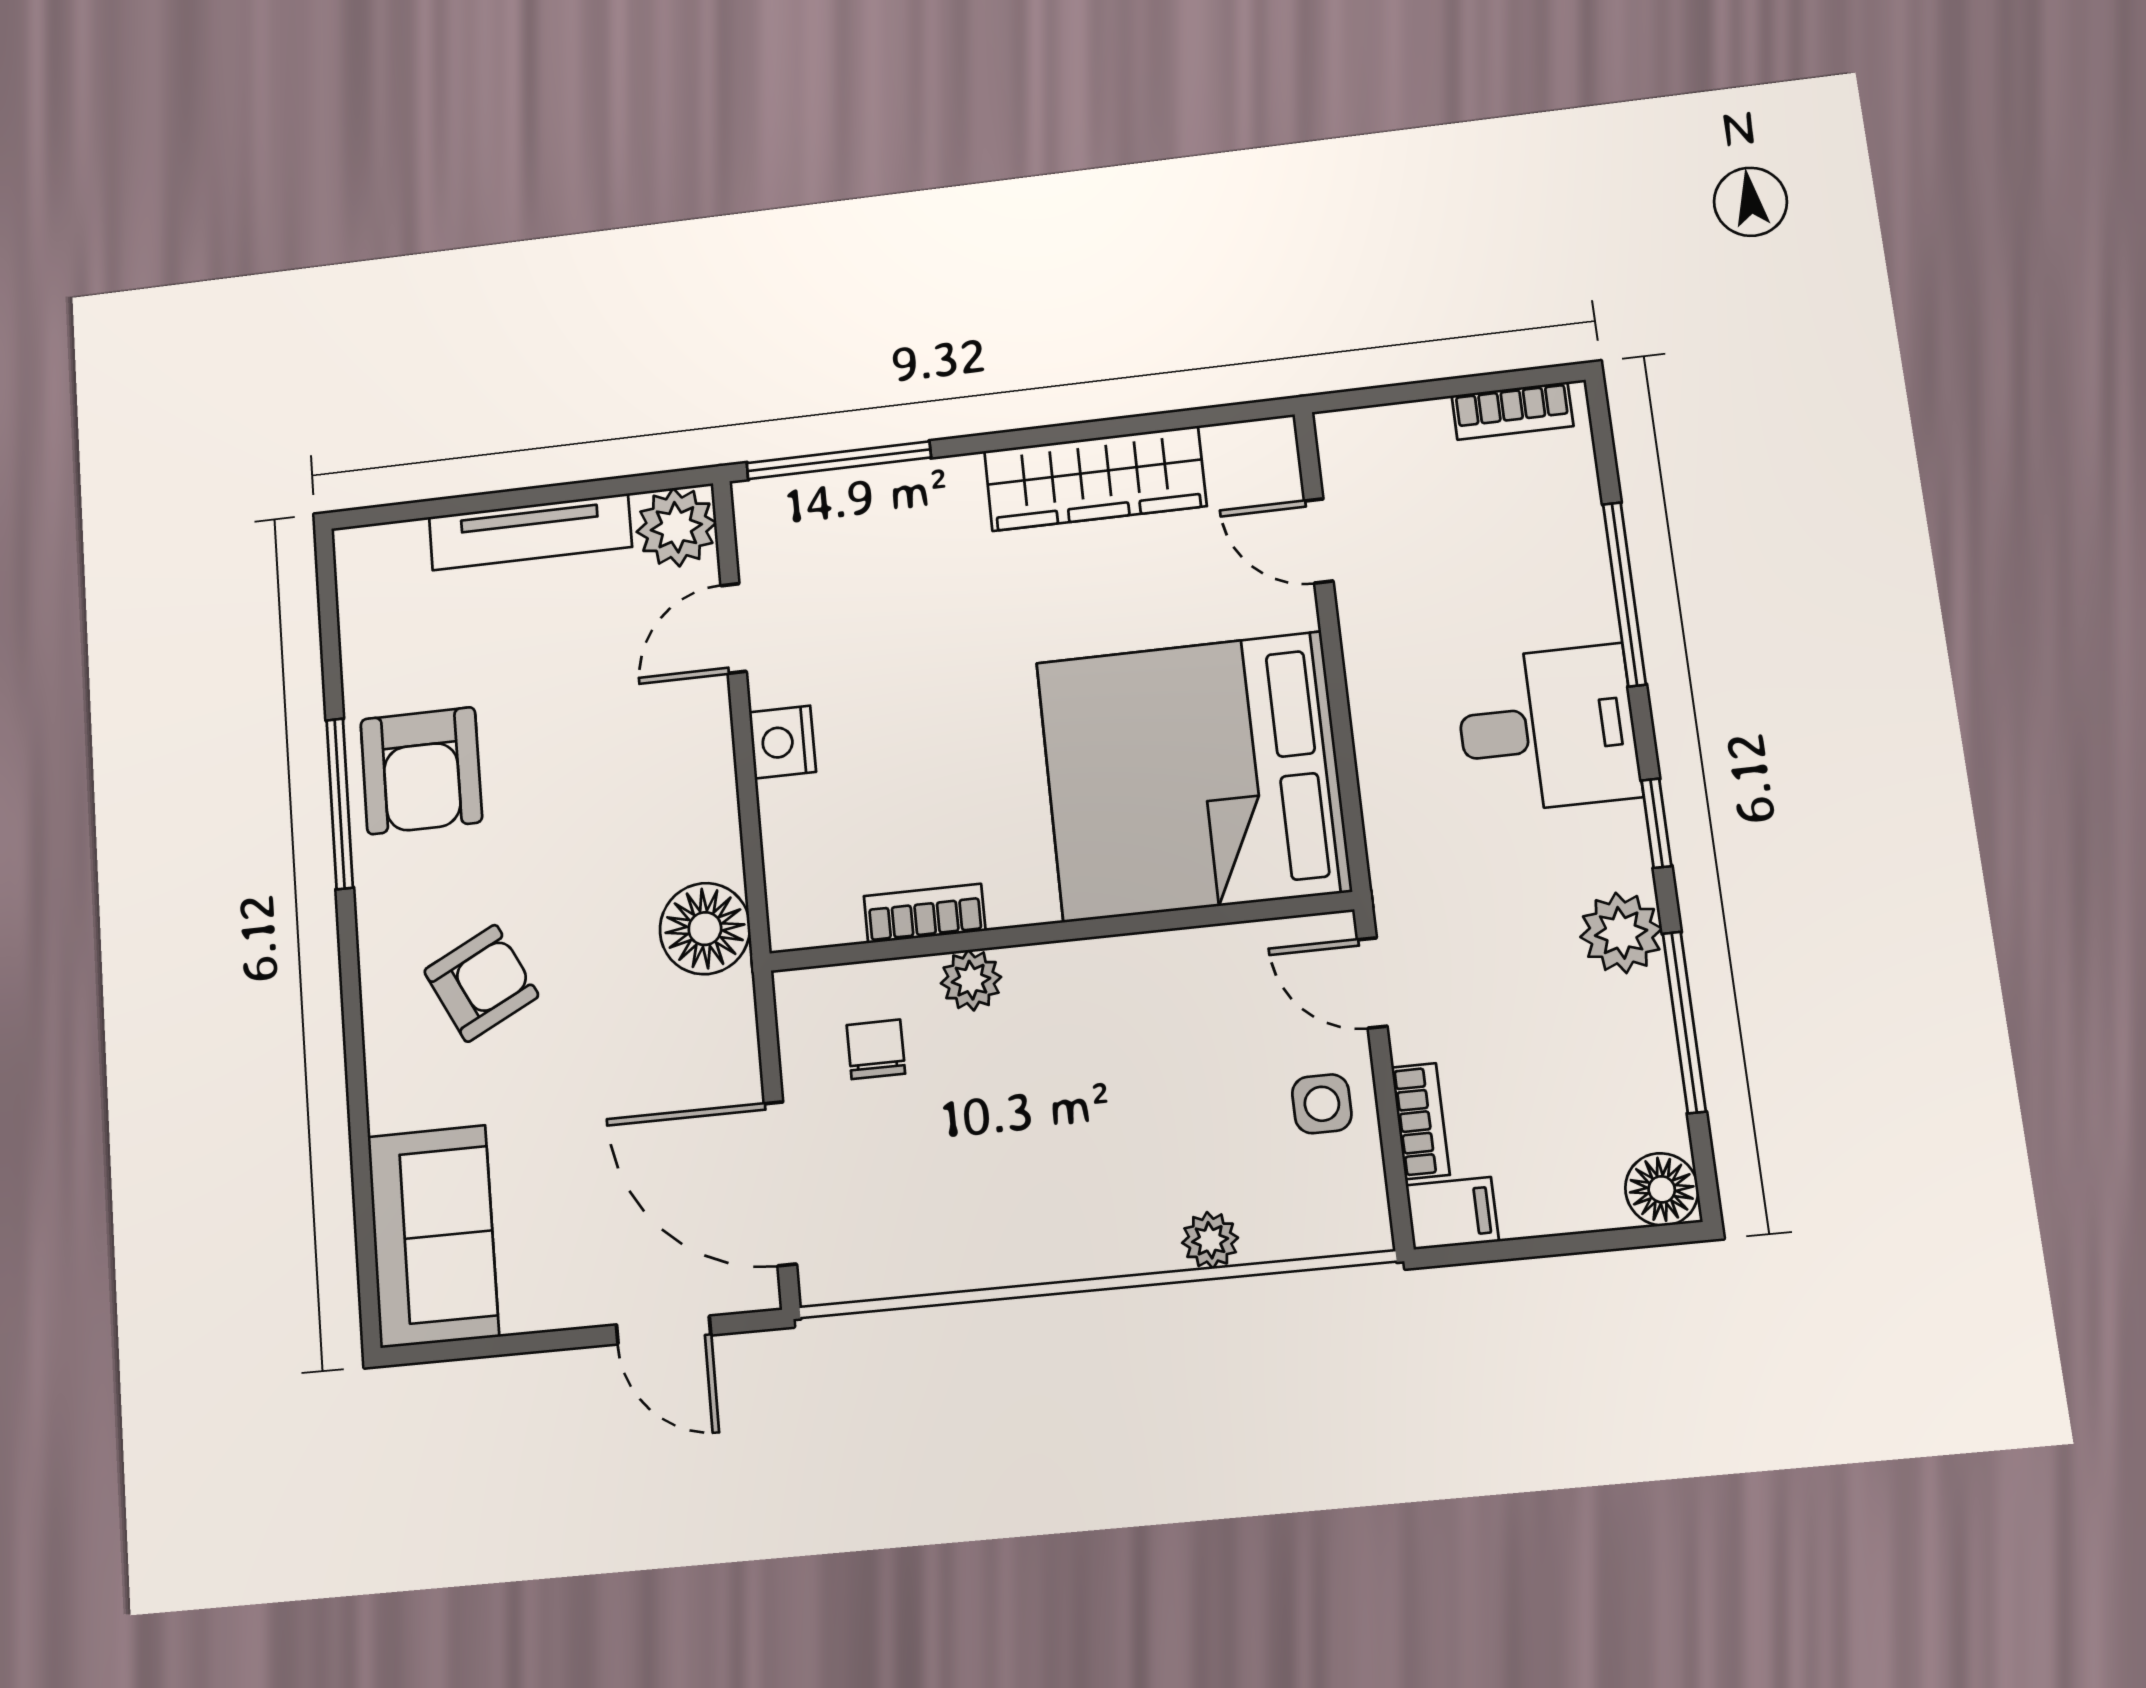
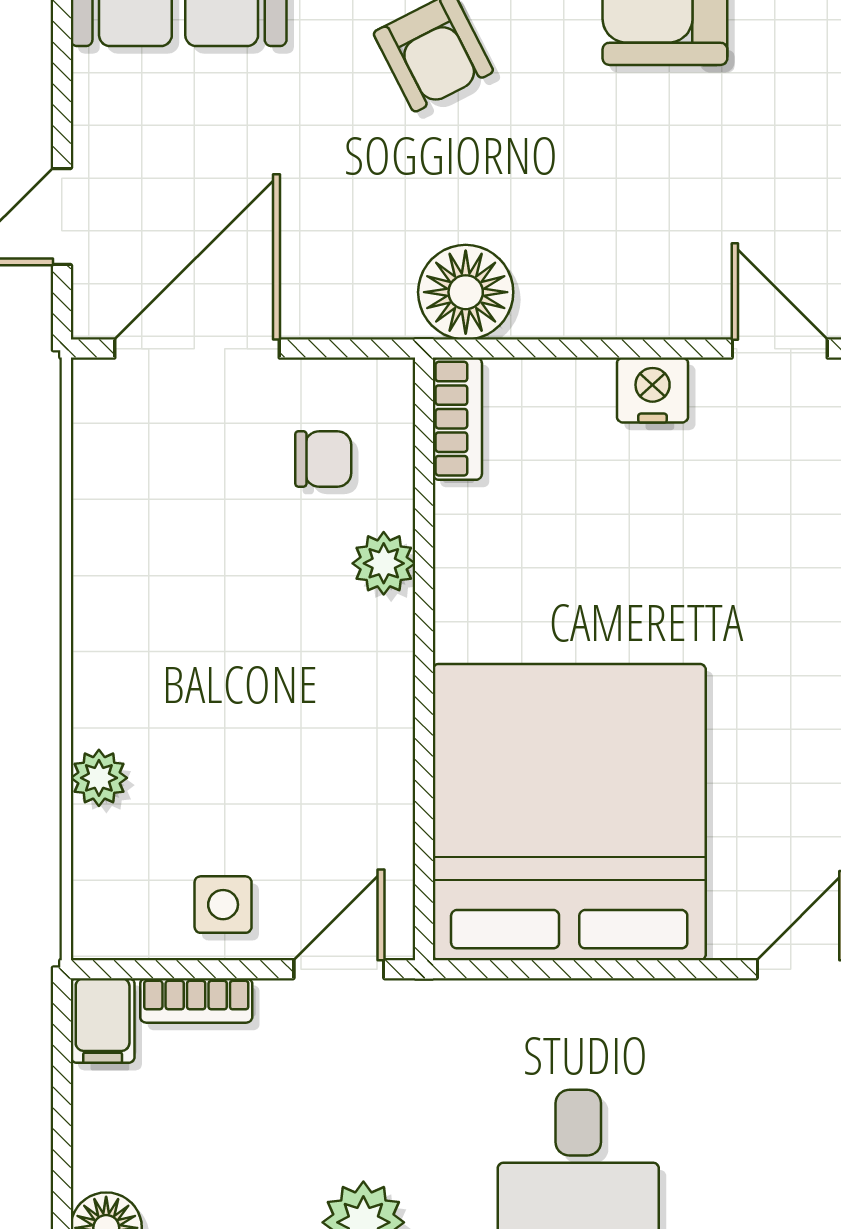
bookcase: (925, 913) -> (457, 419), moved

